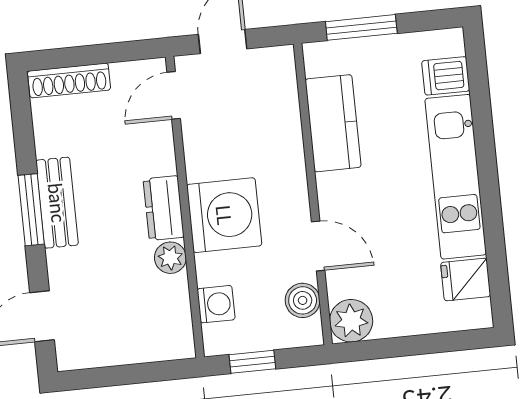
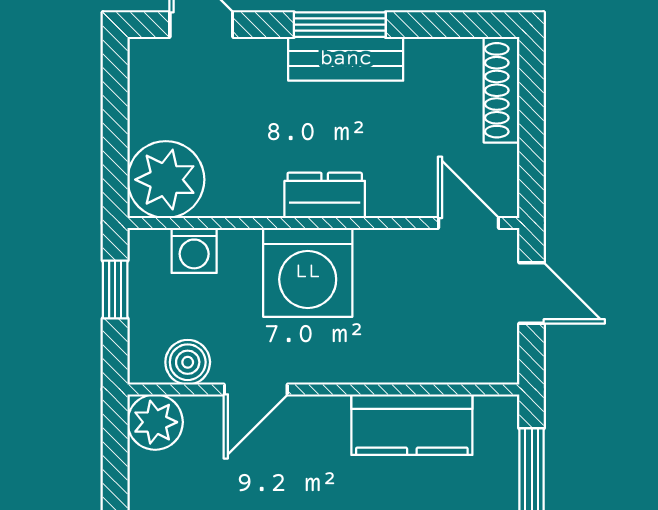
plant: (170, 258) -> (166, 180), moved, width x1.87, depth x1.87

